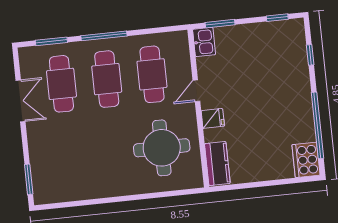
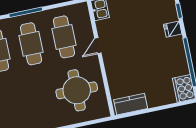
fridge: (213, 118) -> (173, 29), moved, turned 180
kitchen counter: (217, 164) -> (131, 104), moved, turned -90

